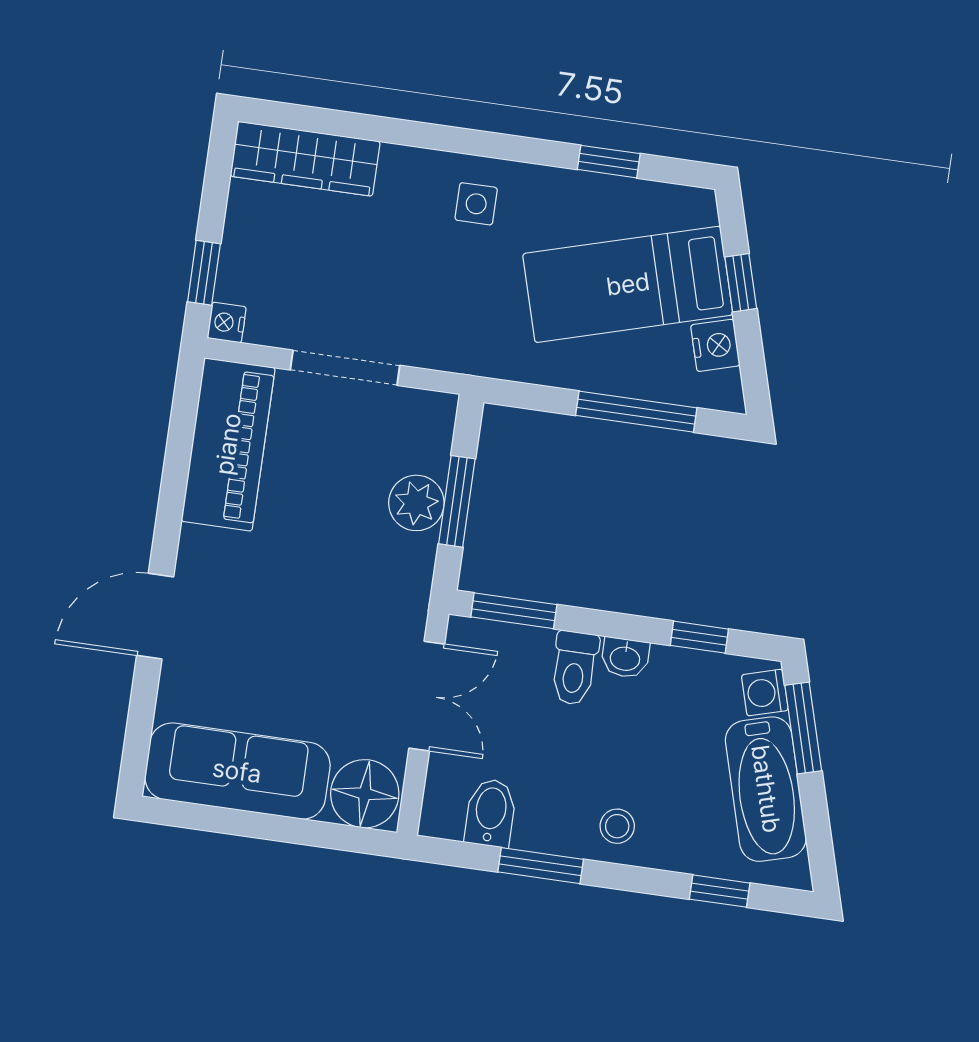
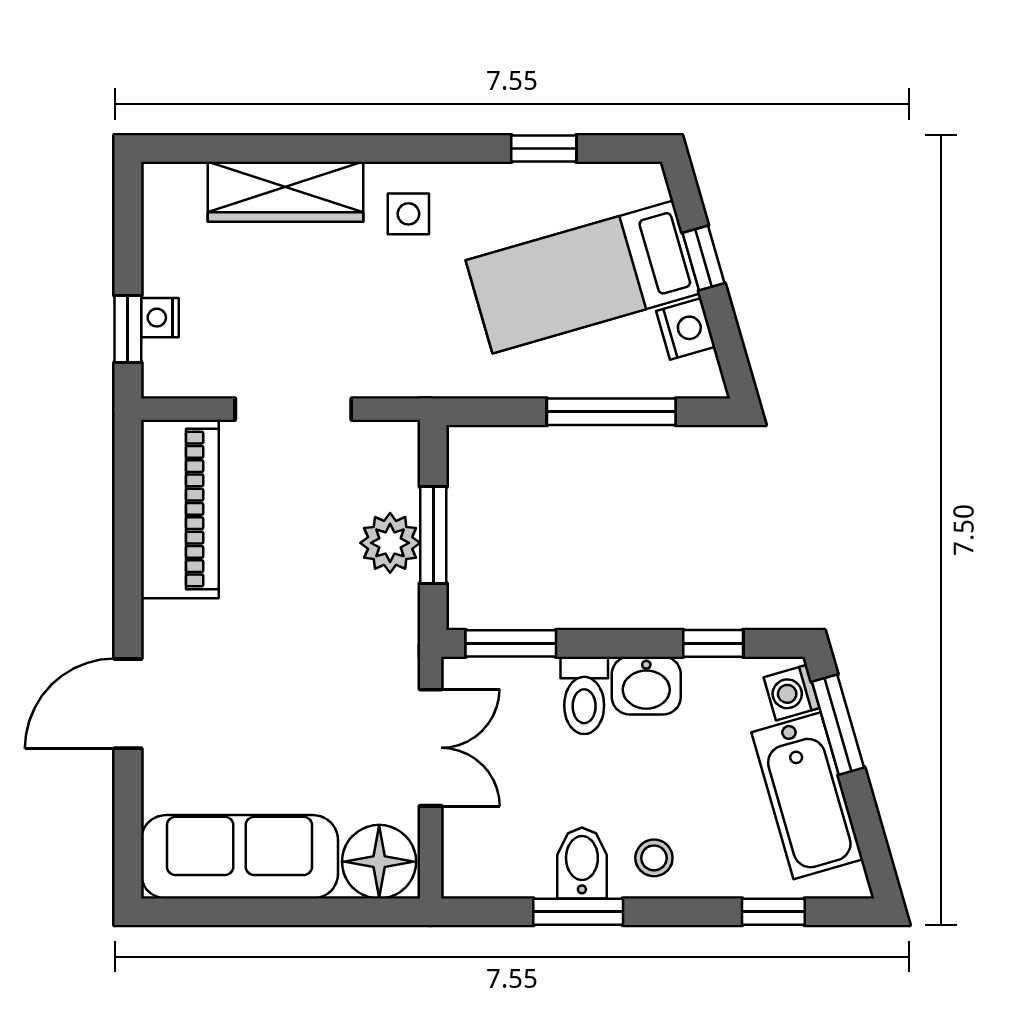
wardrobe: (305, 159) -> (285, 192), moved
nightstand: (227, 322) -> (160, 318), moved
washbasin: (625, 658) -> (646, 686), width x1.38, depth x1.45
bidet: (491, 813) -> (582, 863), moved

